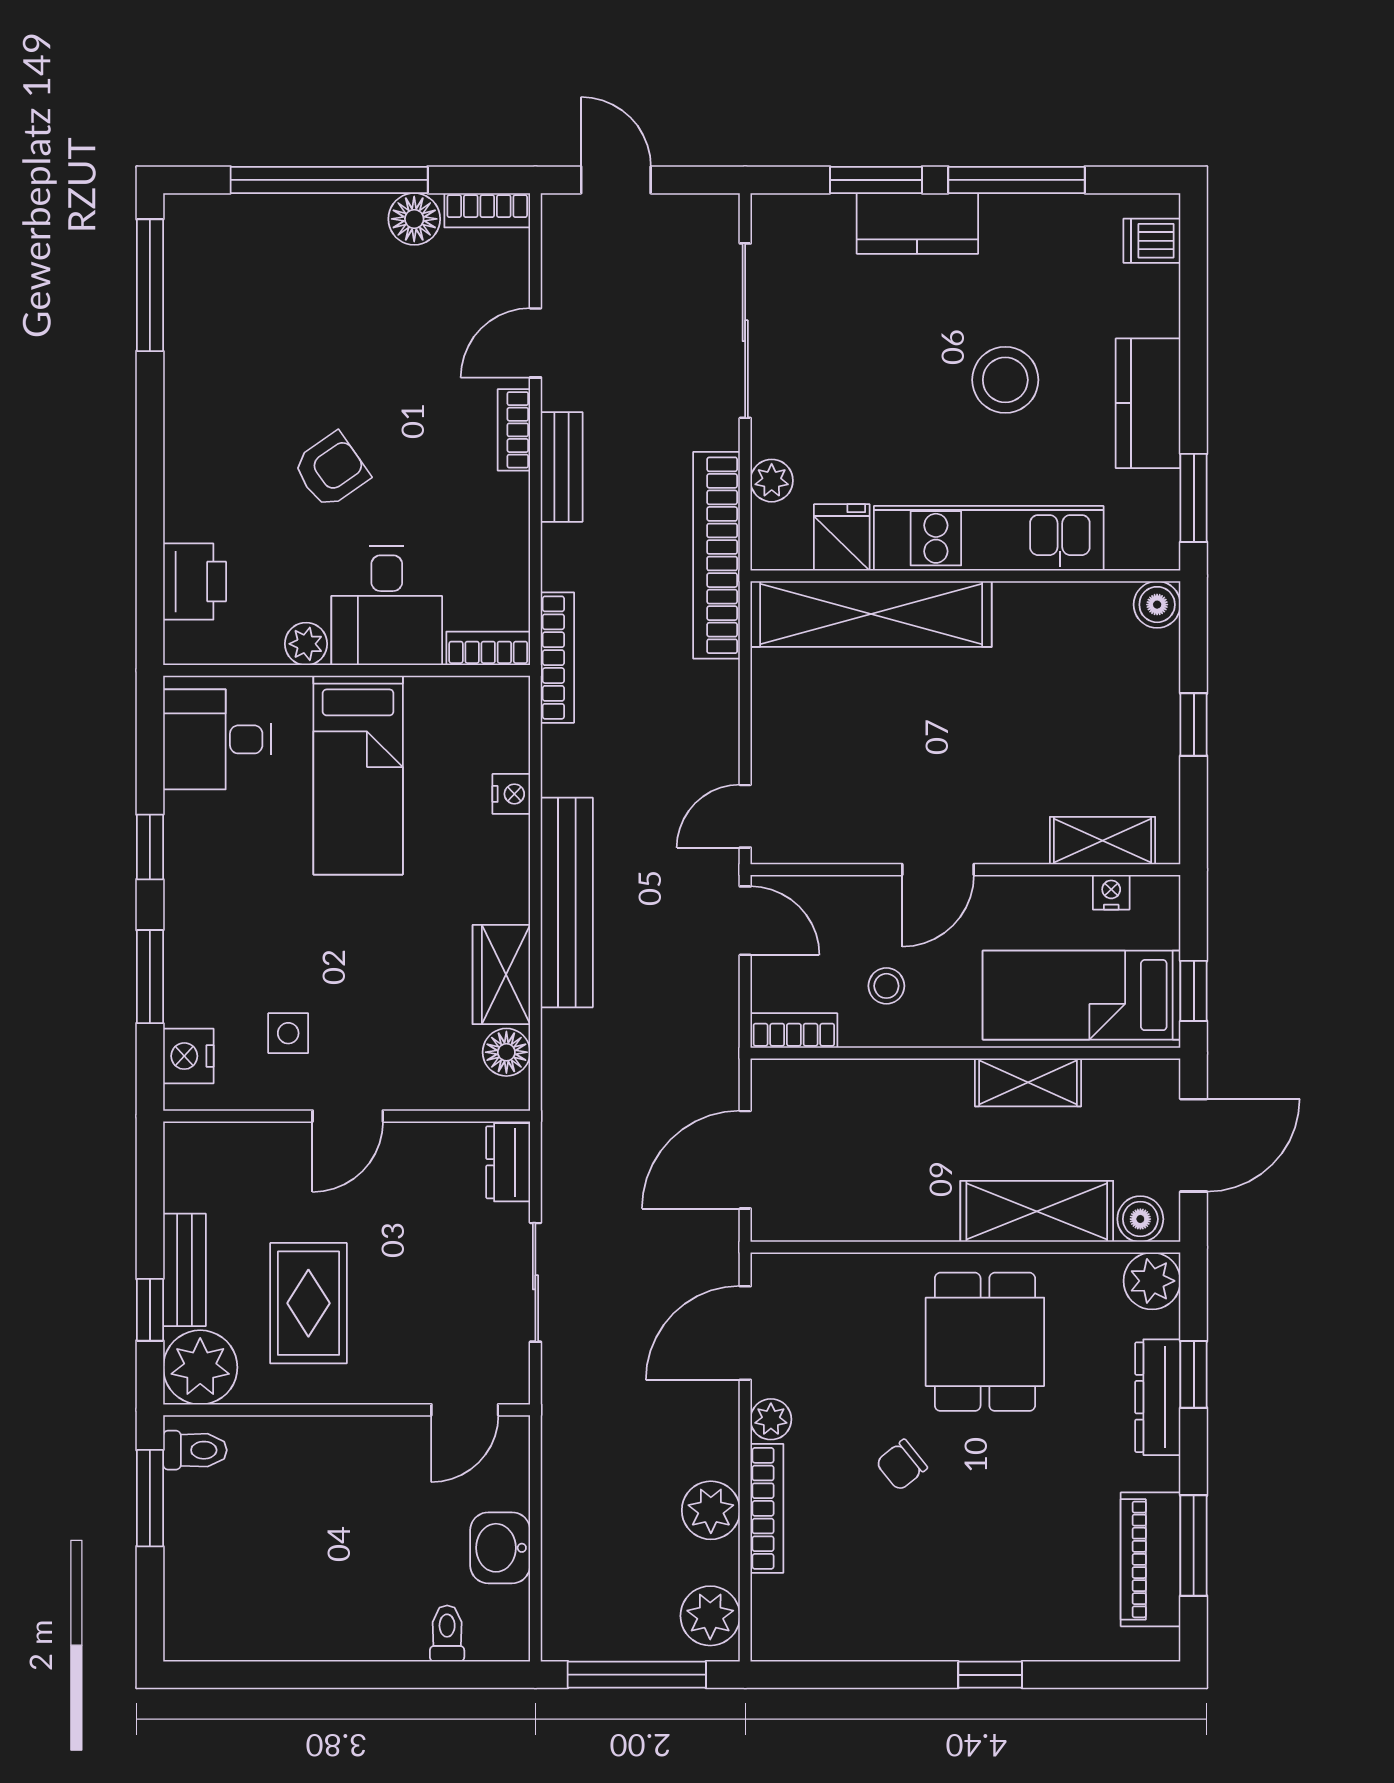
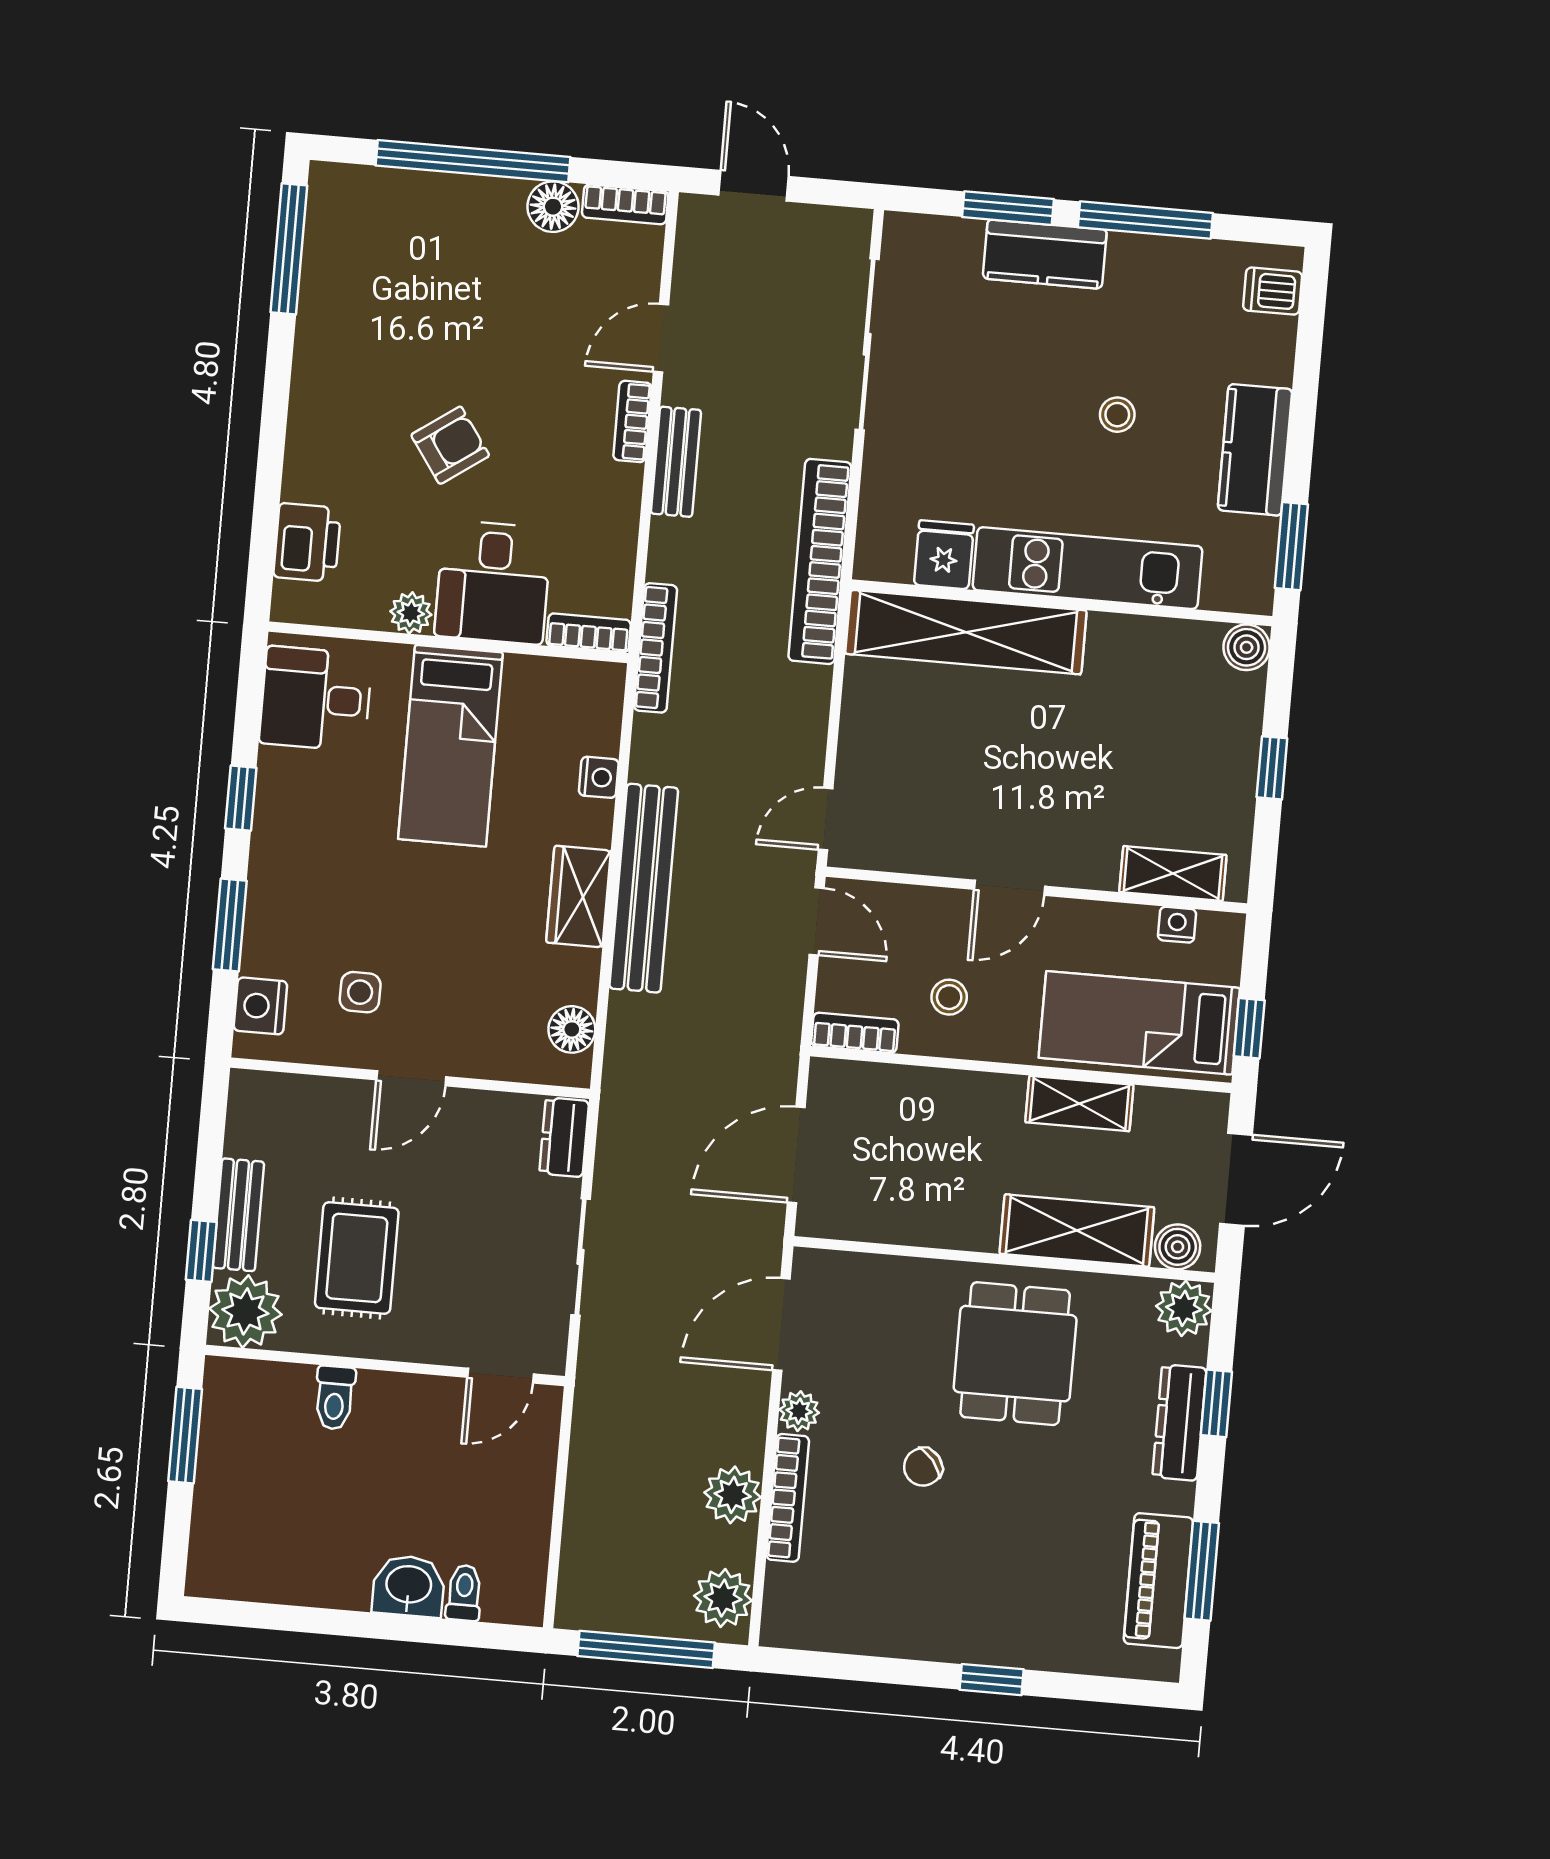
stool: (1005, 380) -> (1117, 415), width x0.53, depth x0.53
plant: (772, 481) -> (880, 493), removed
wardrobe: (501, 975) -> (579, 897), moved
toilet: (195, 1450) -> (335, 1398), moved, turned 90
washbasin: (500, 1548) -> (409, 1586), moved, turned 90

